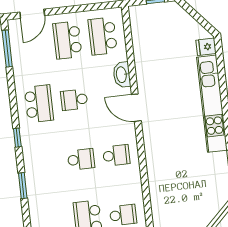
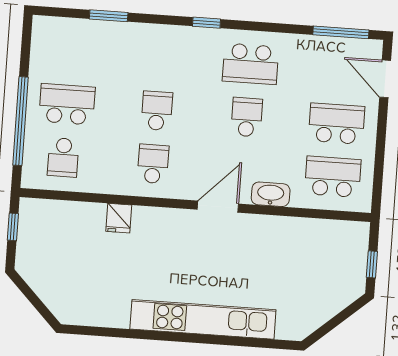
fridge: (206, 47) -> (119, 218), moved, turned 180
school desk: (116, 155) -> (153, 164), turned 180
school desk: (81, 159) -> (157, 111), turned 180
window: (23, 186) -> (109, 16), moved

